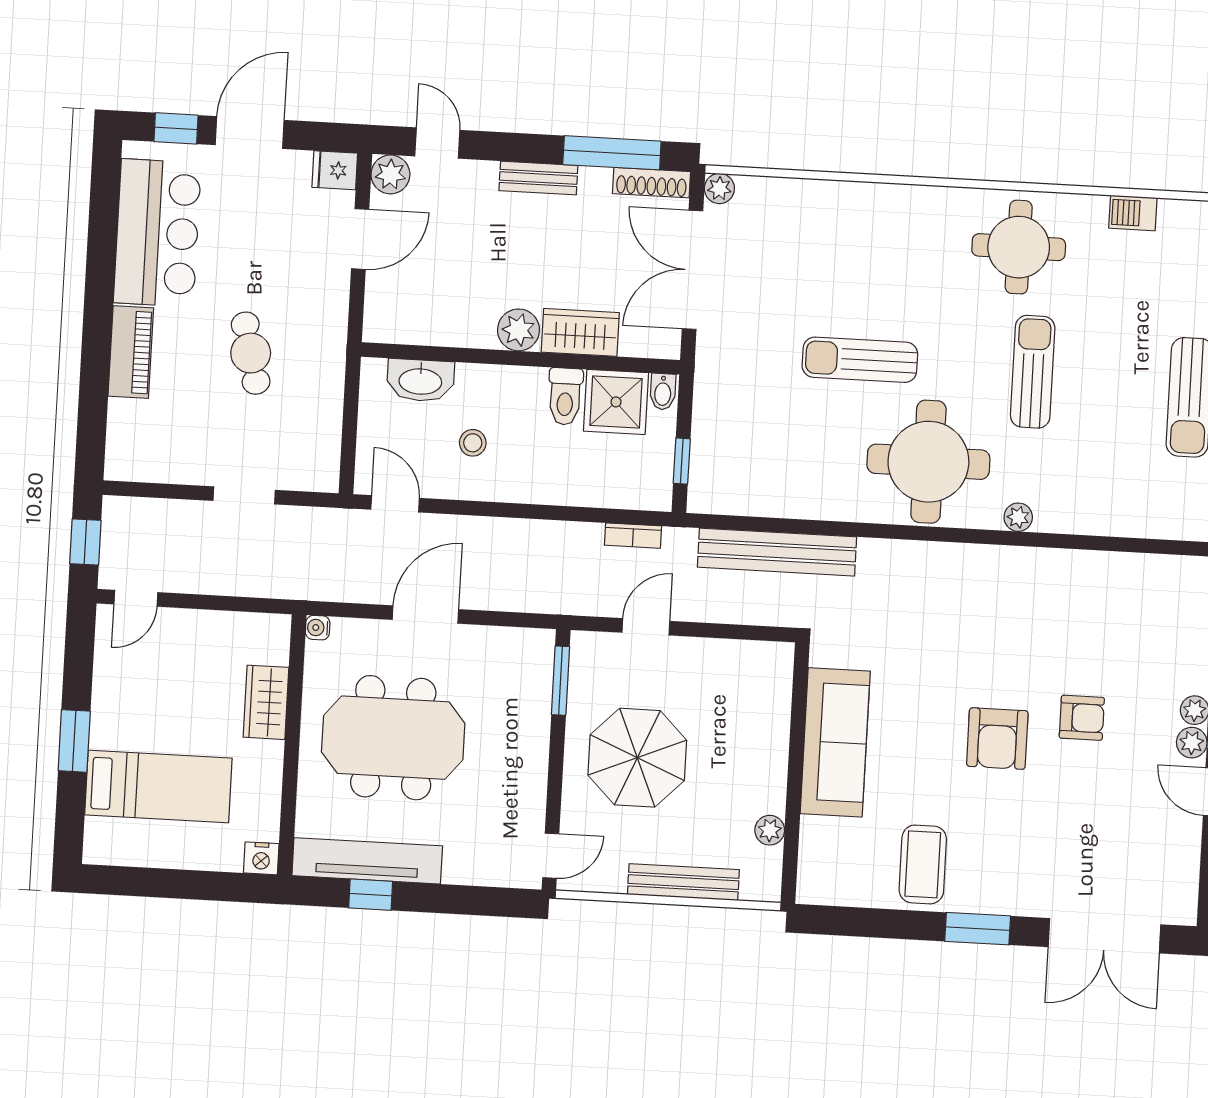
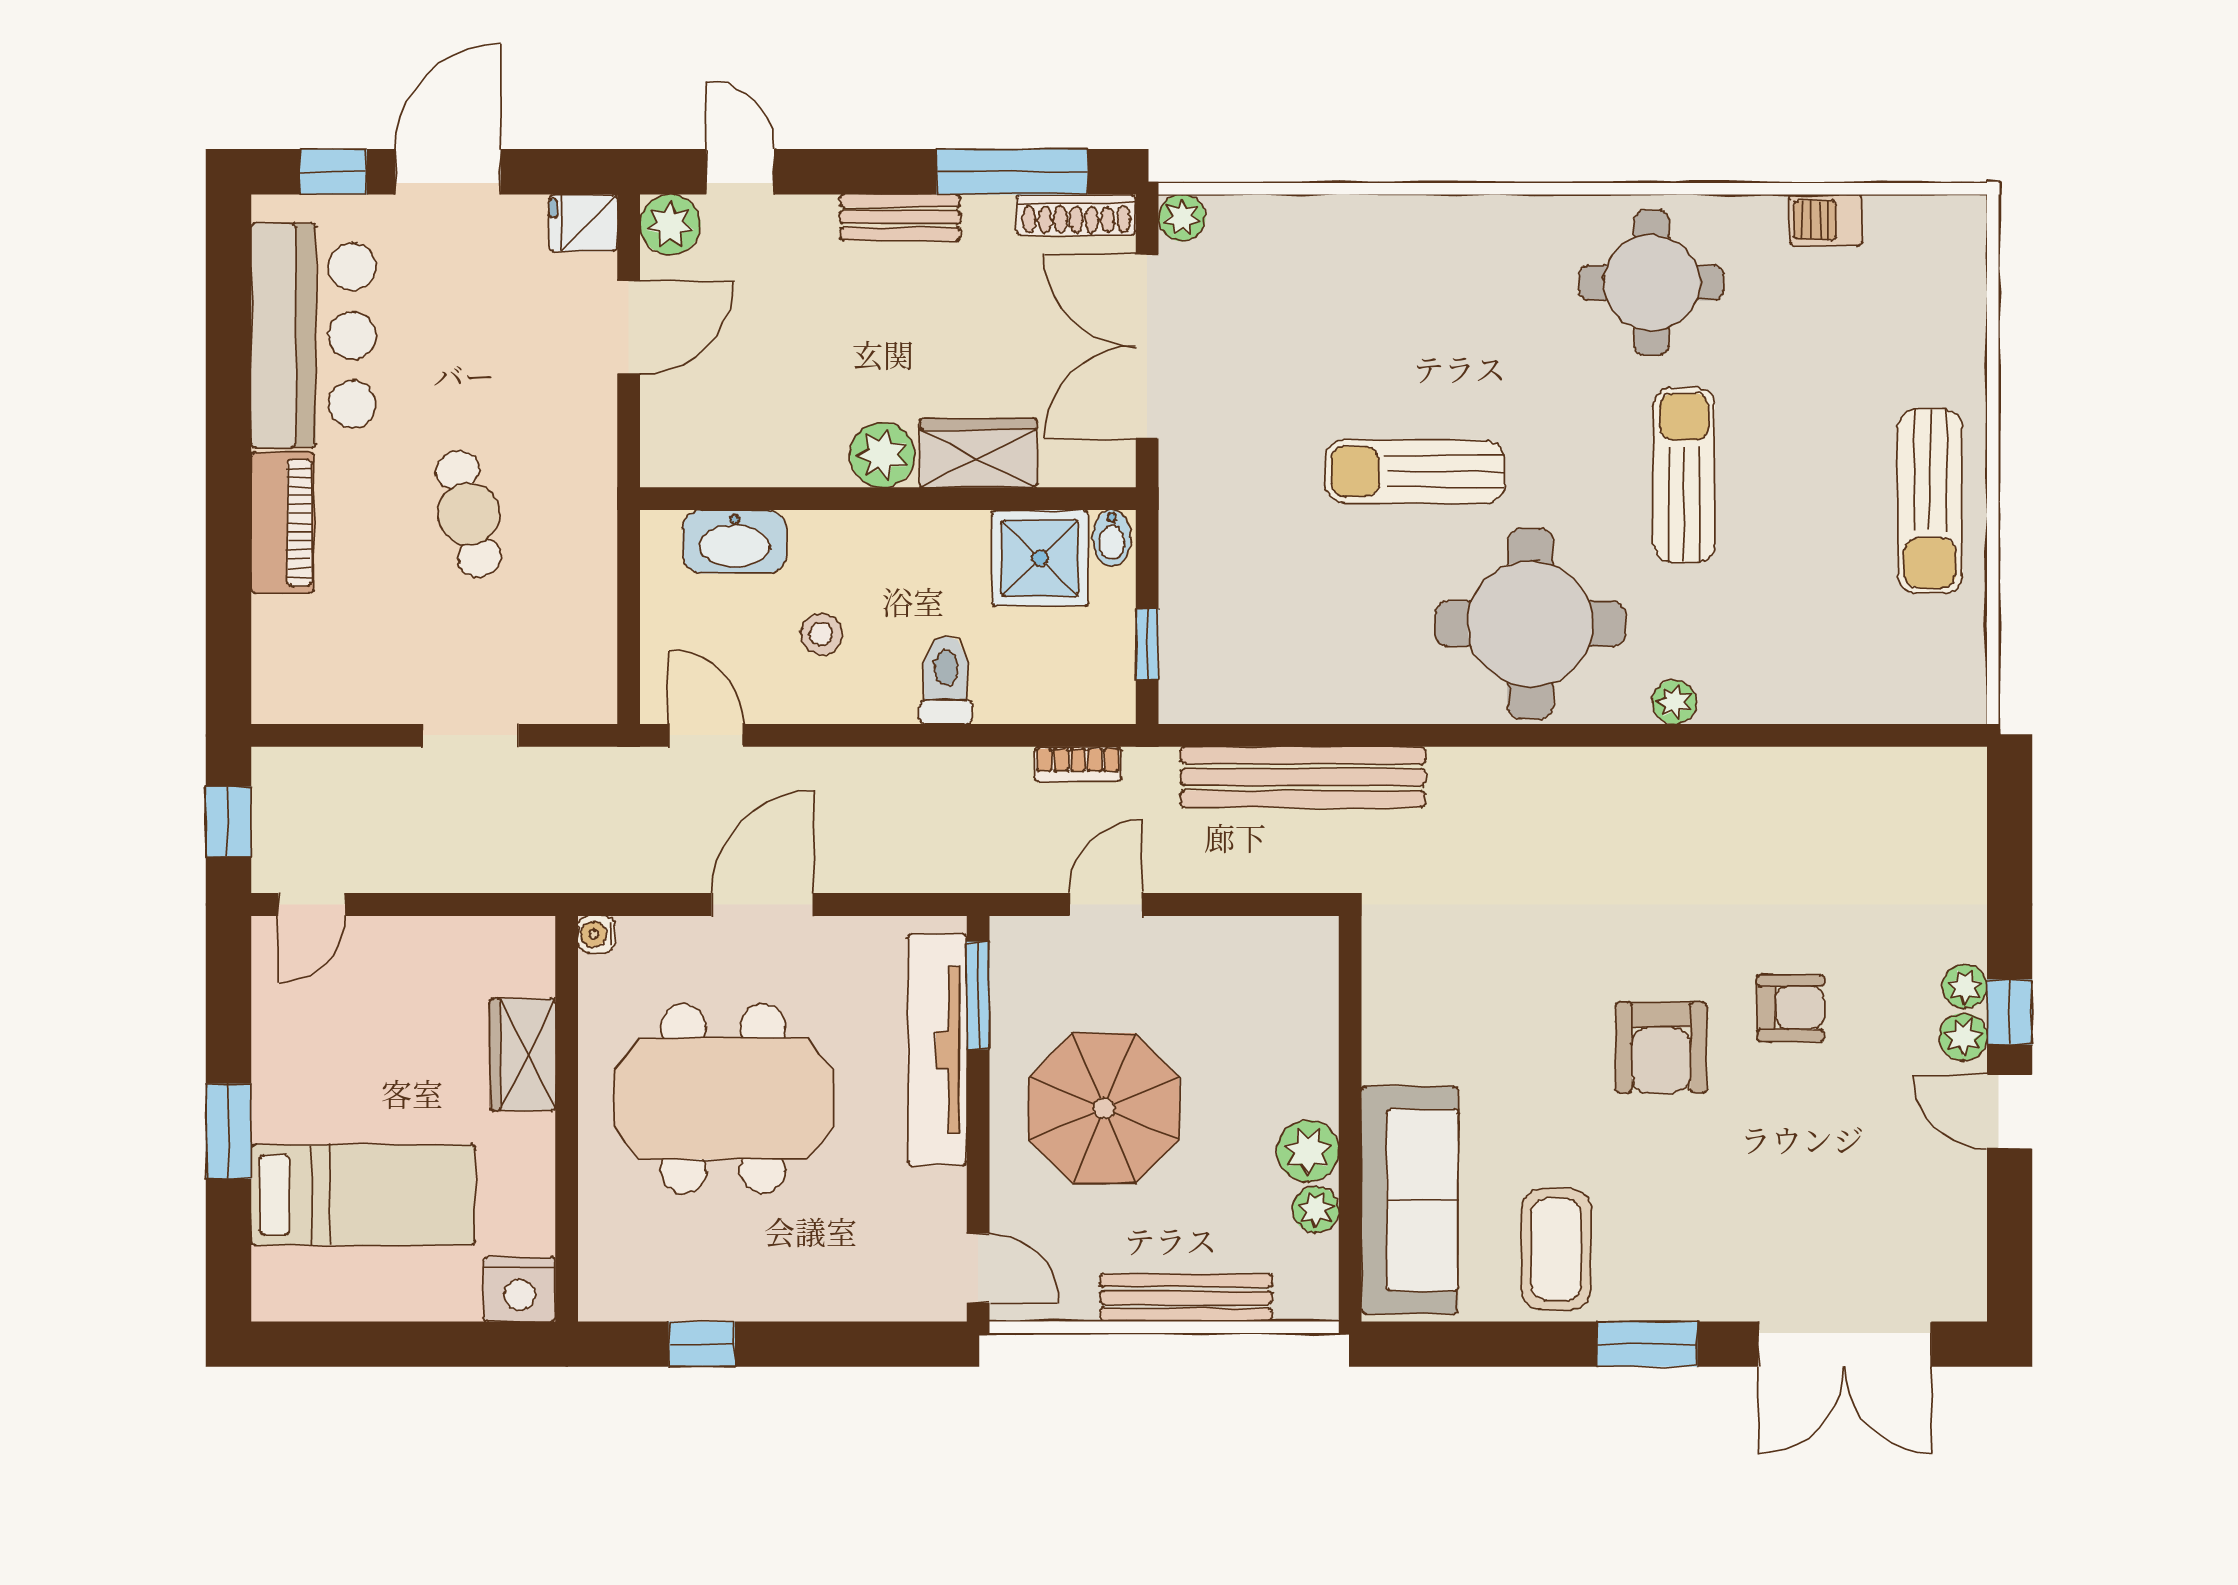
toilet: (565, 396) -> (946, 680), moved, turned 180
sofa: (835, 742) -> (1410, 1200), moved
plant: (767, 792) -> (1308, 1151), added
door: (551, 856) -> (978, 1268), hinge flipped
nightstand: (261, 858) -> (519, 1289), width x1.36, depth x1.33
tv unit: (367, 861) -> (937, 1050), moved, turned -90

